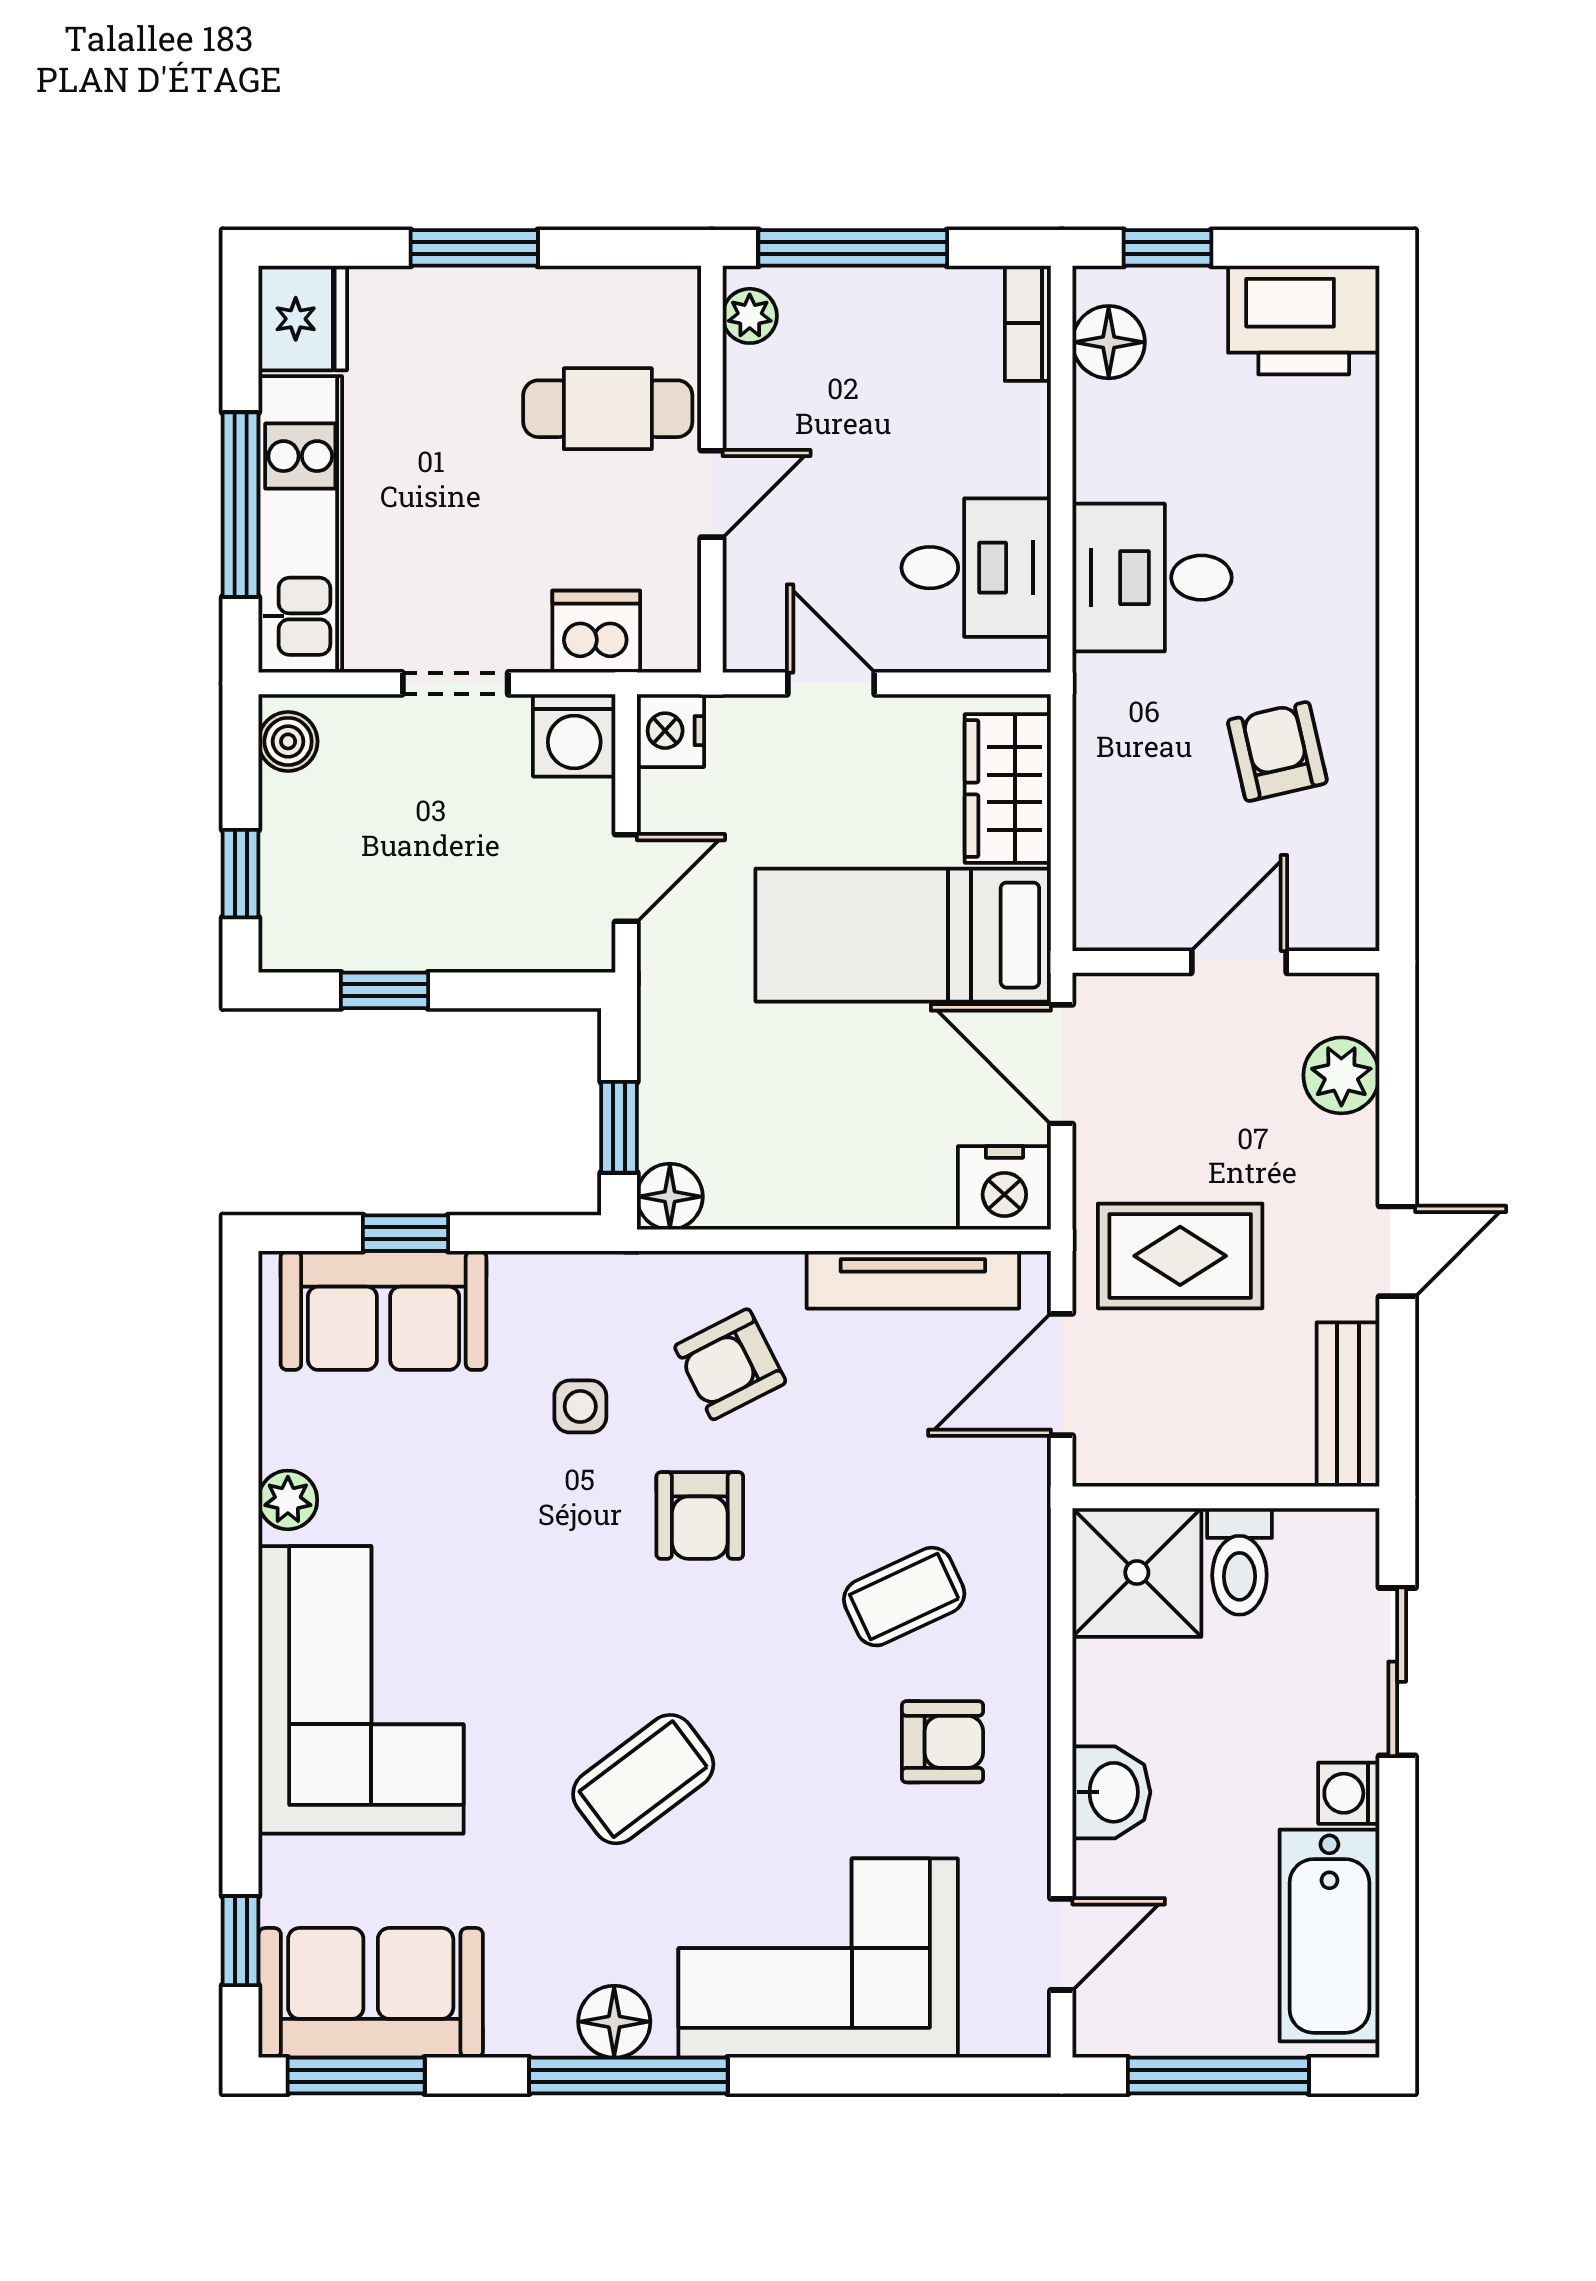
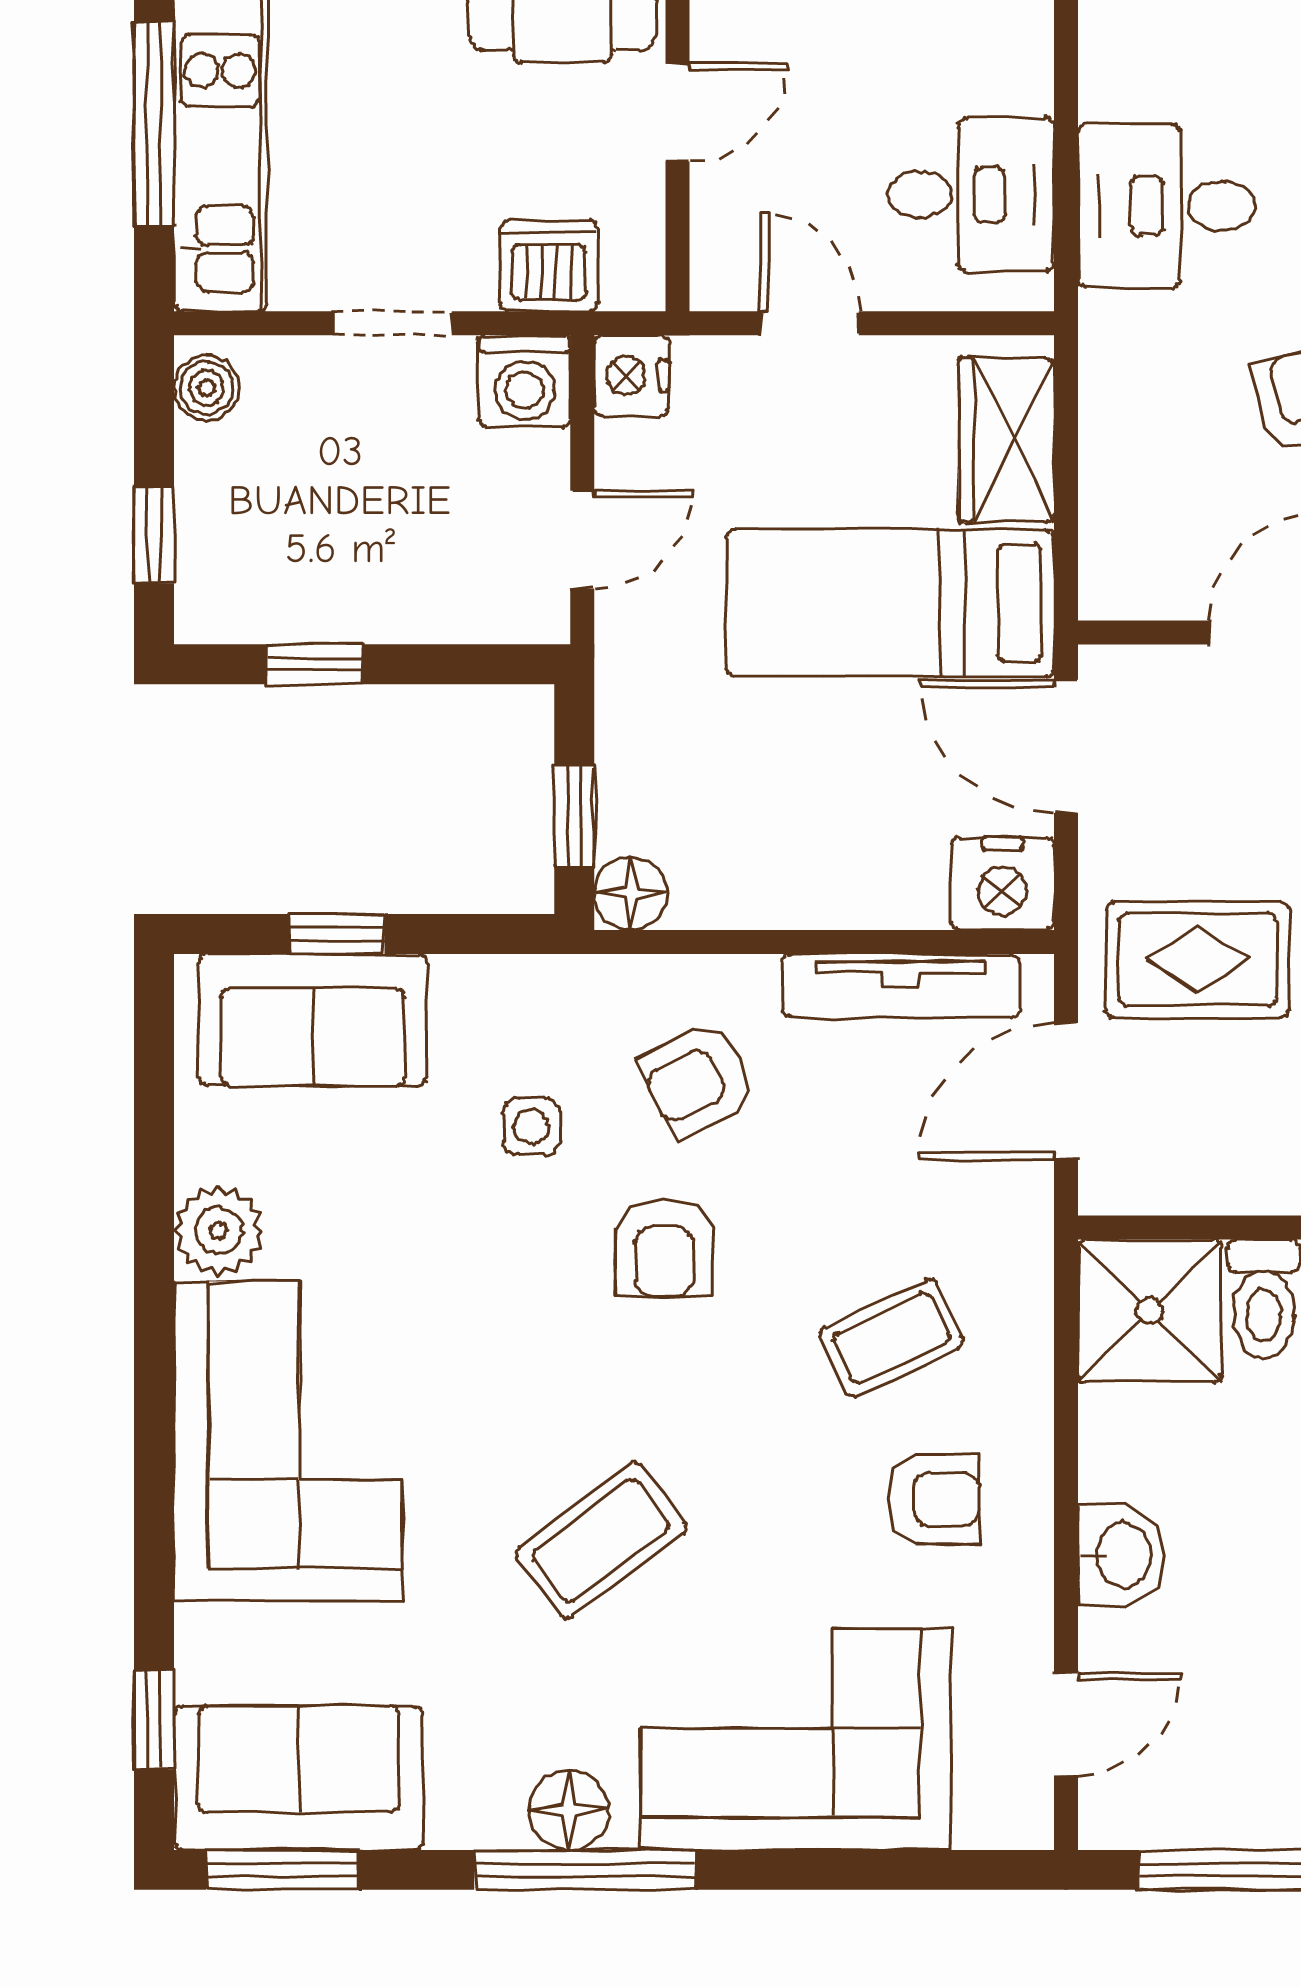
plant: (288, 1500) -> (219, 1230), width x1.38, depth x1.38

